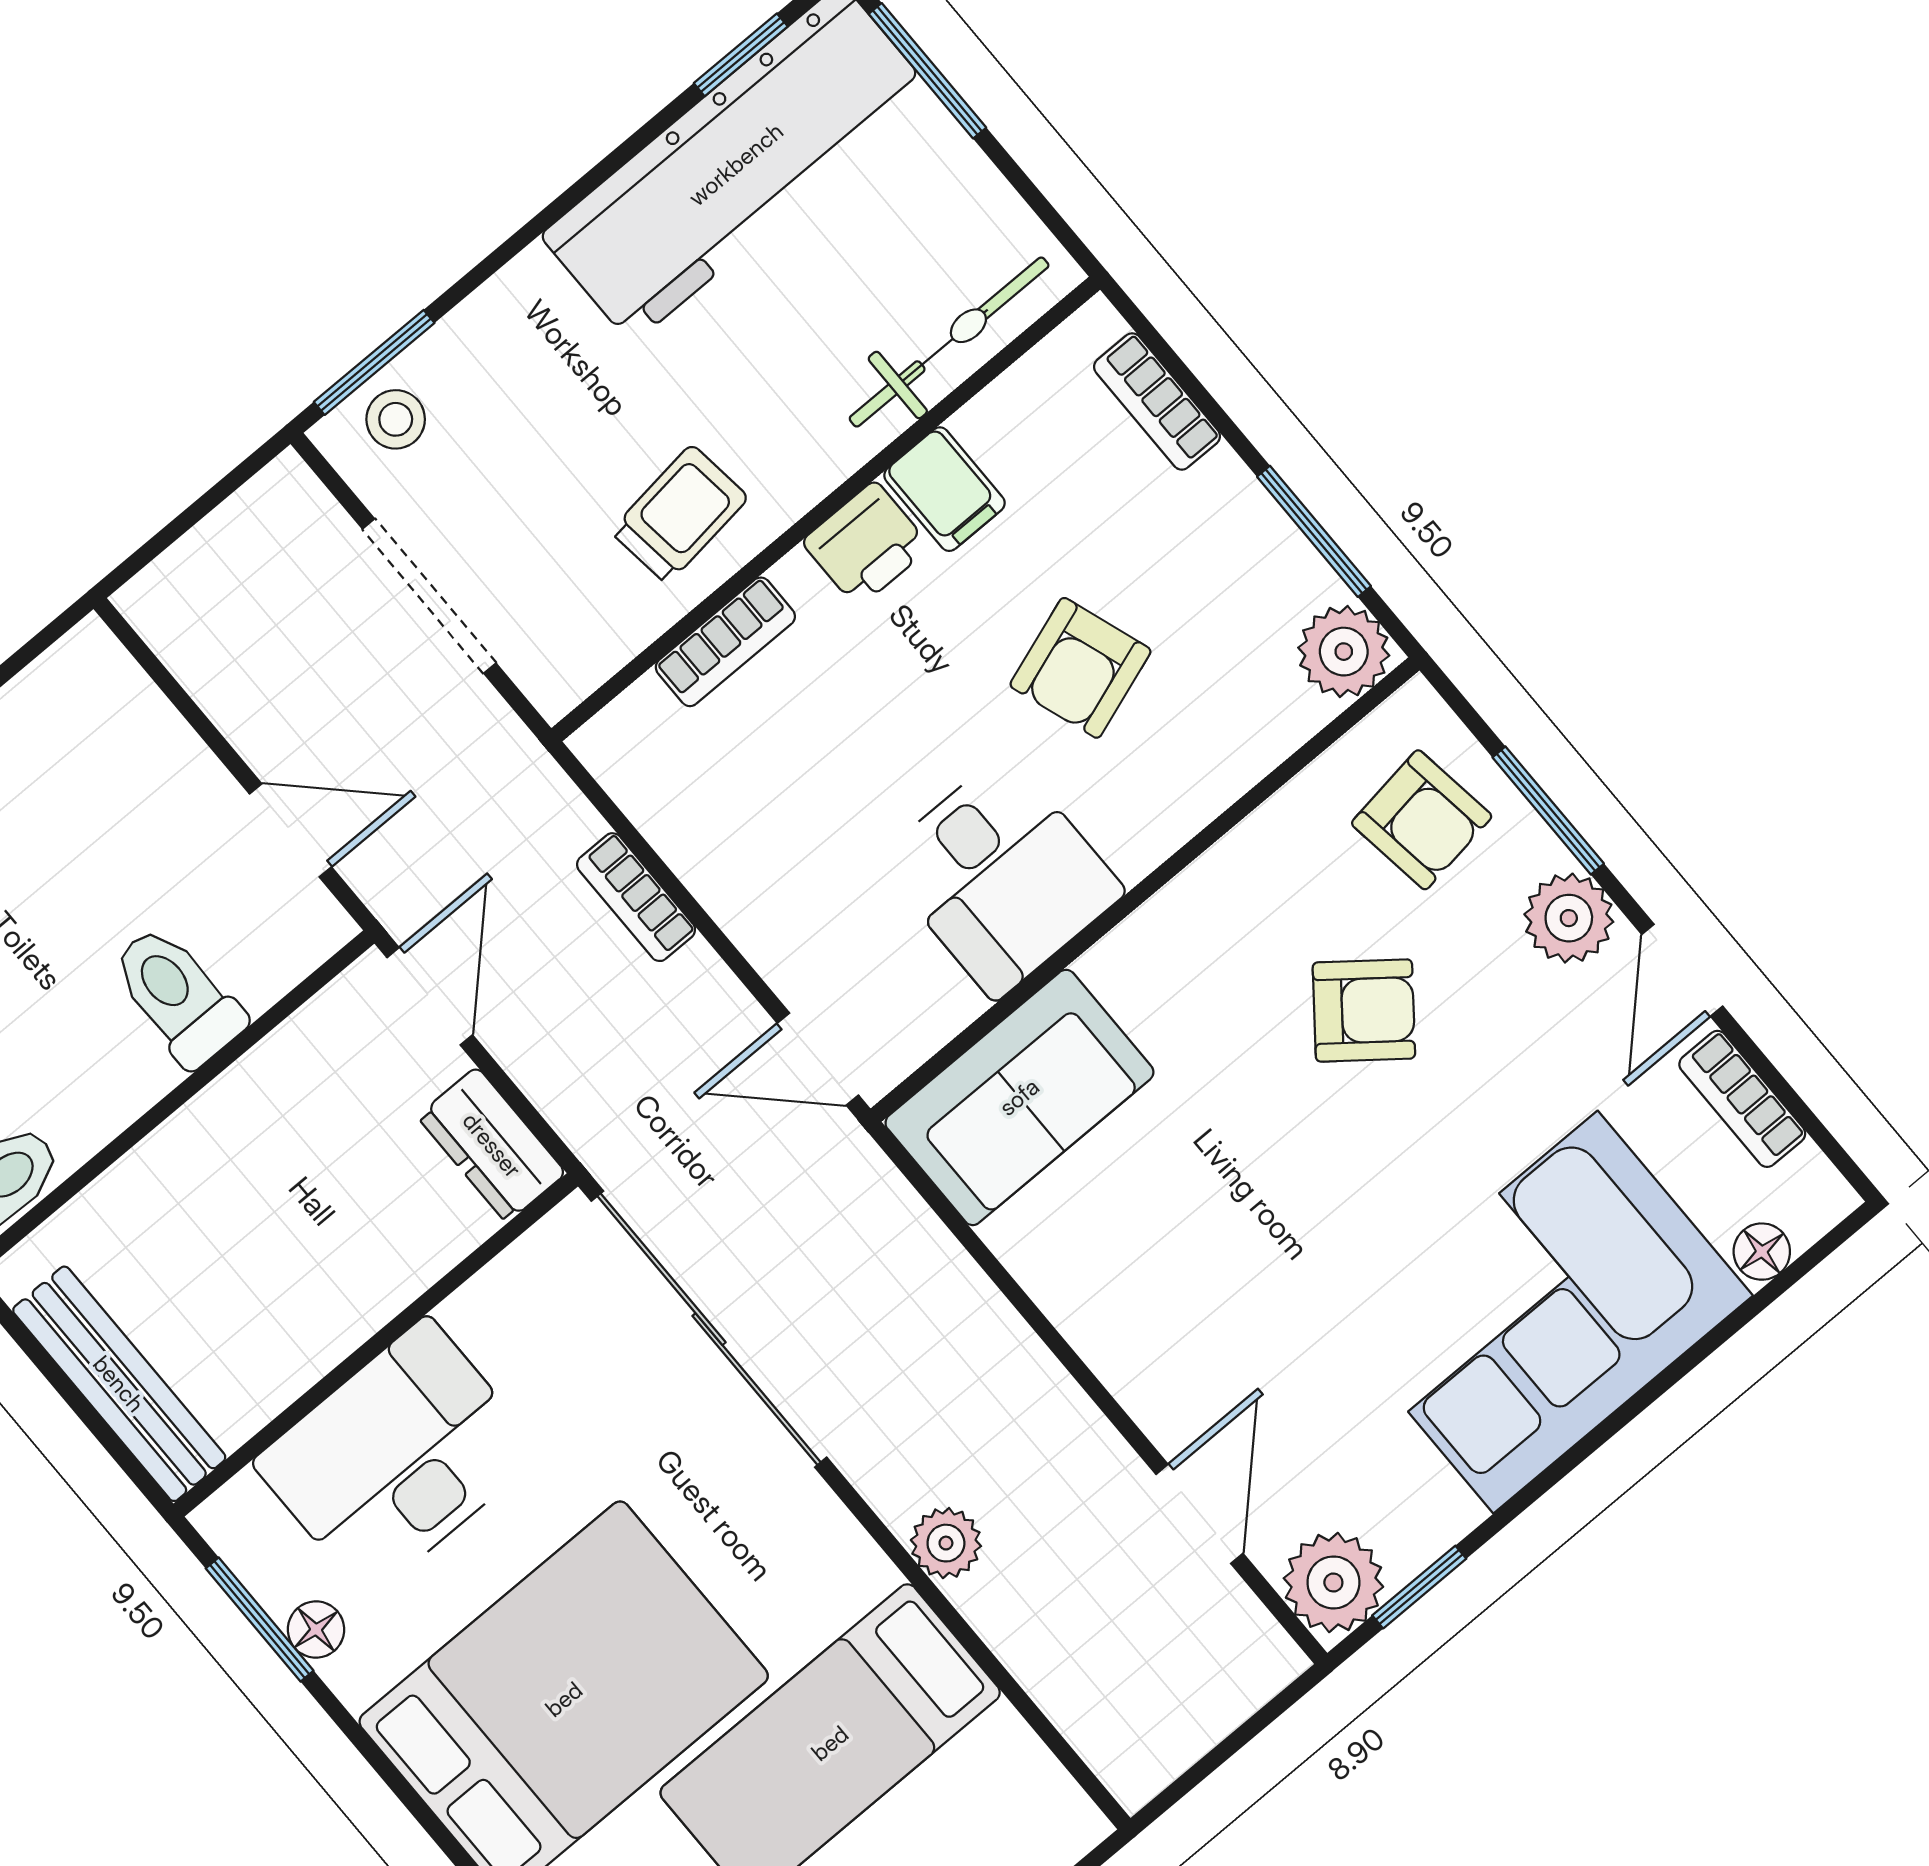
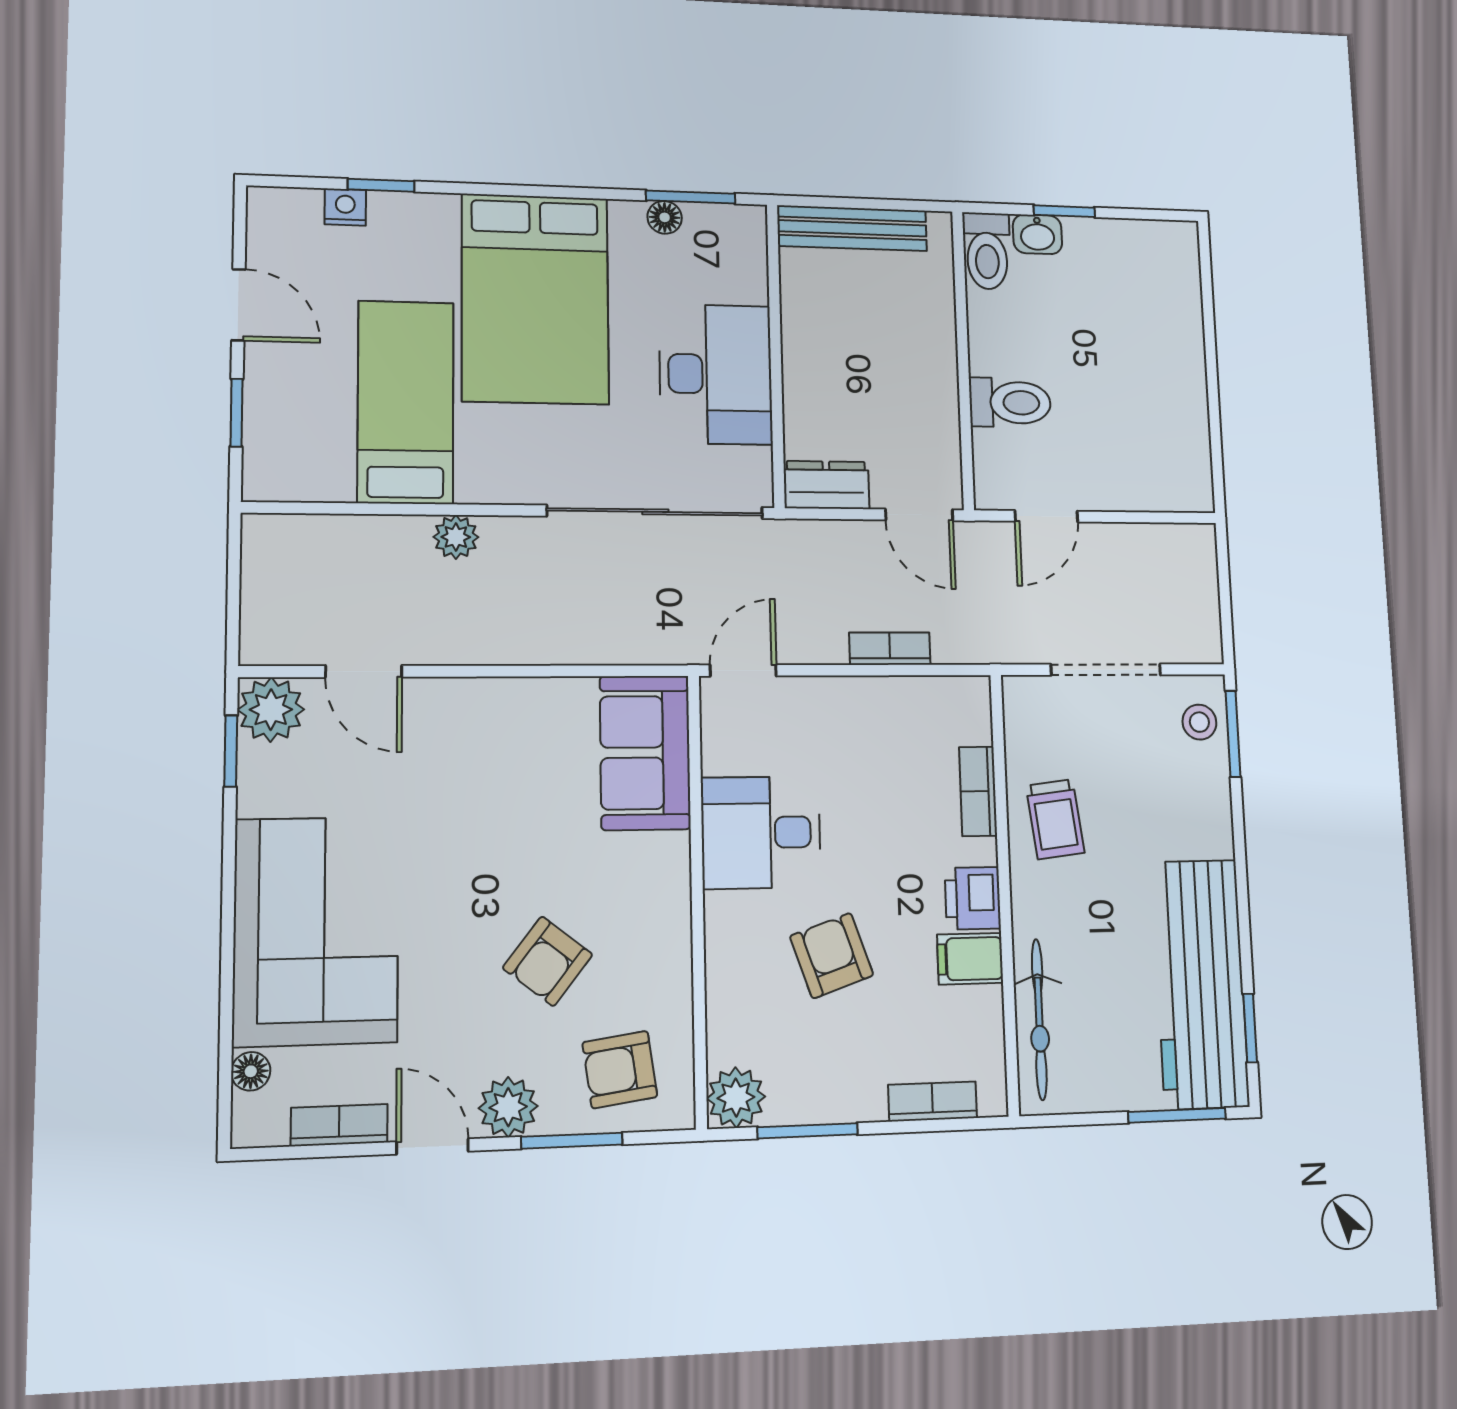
desk: (397, 1458) -> (716, 374), moved

